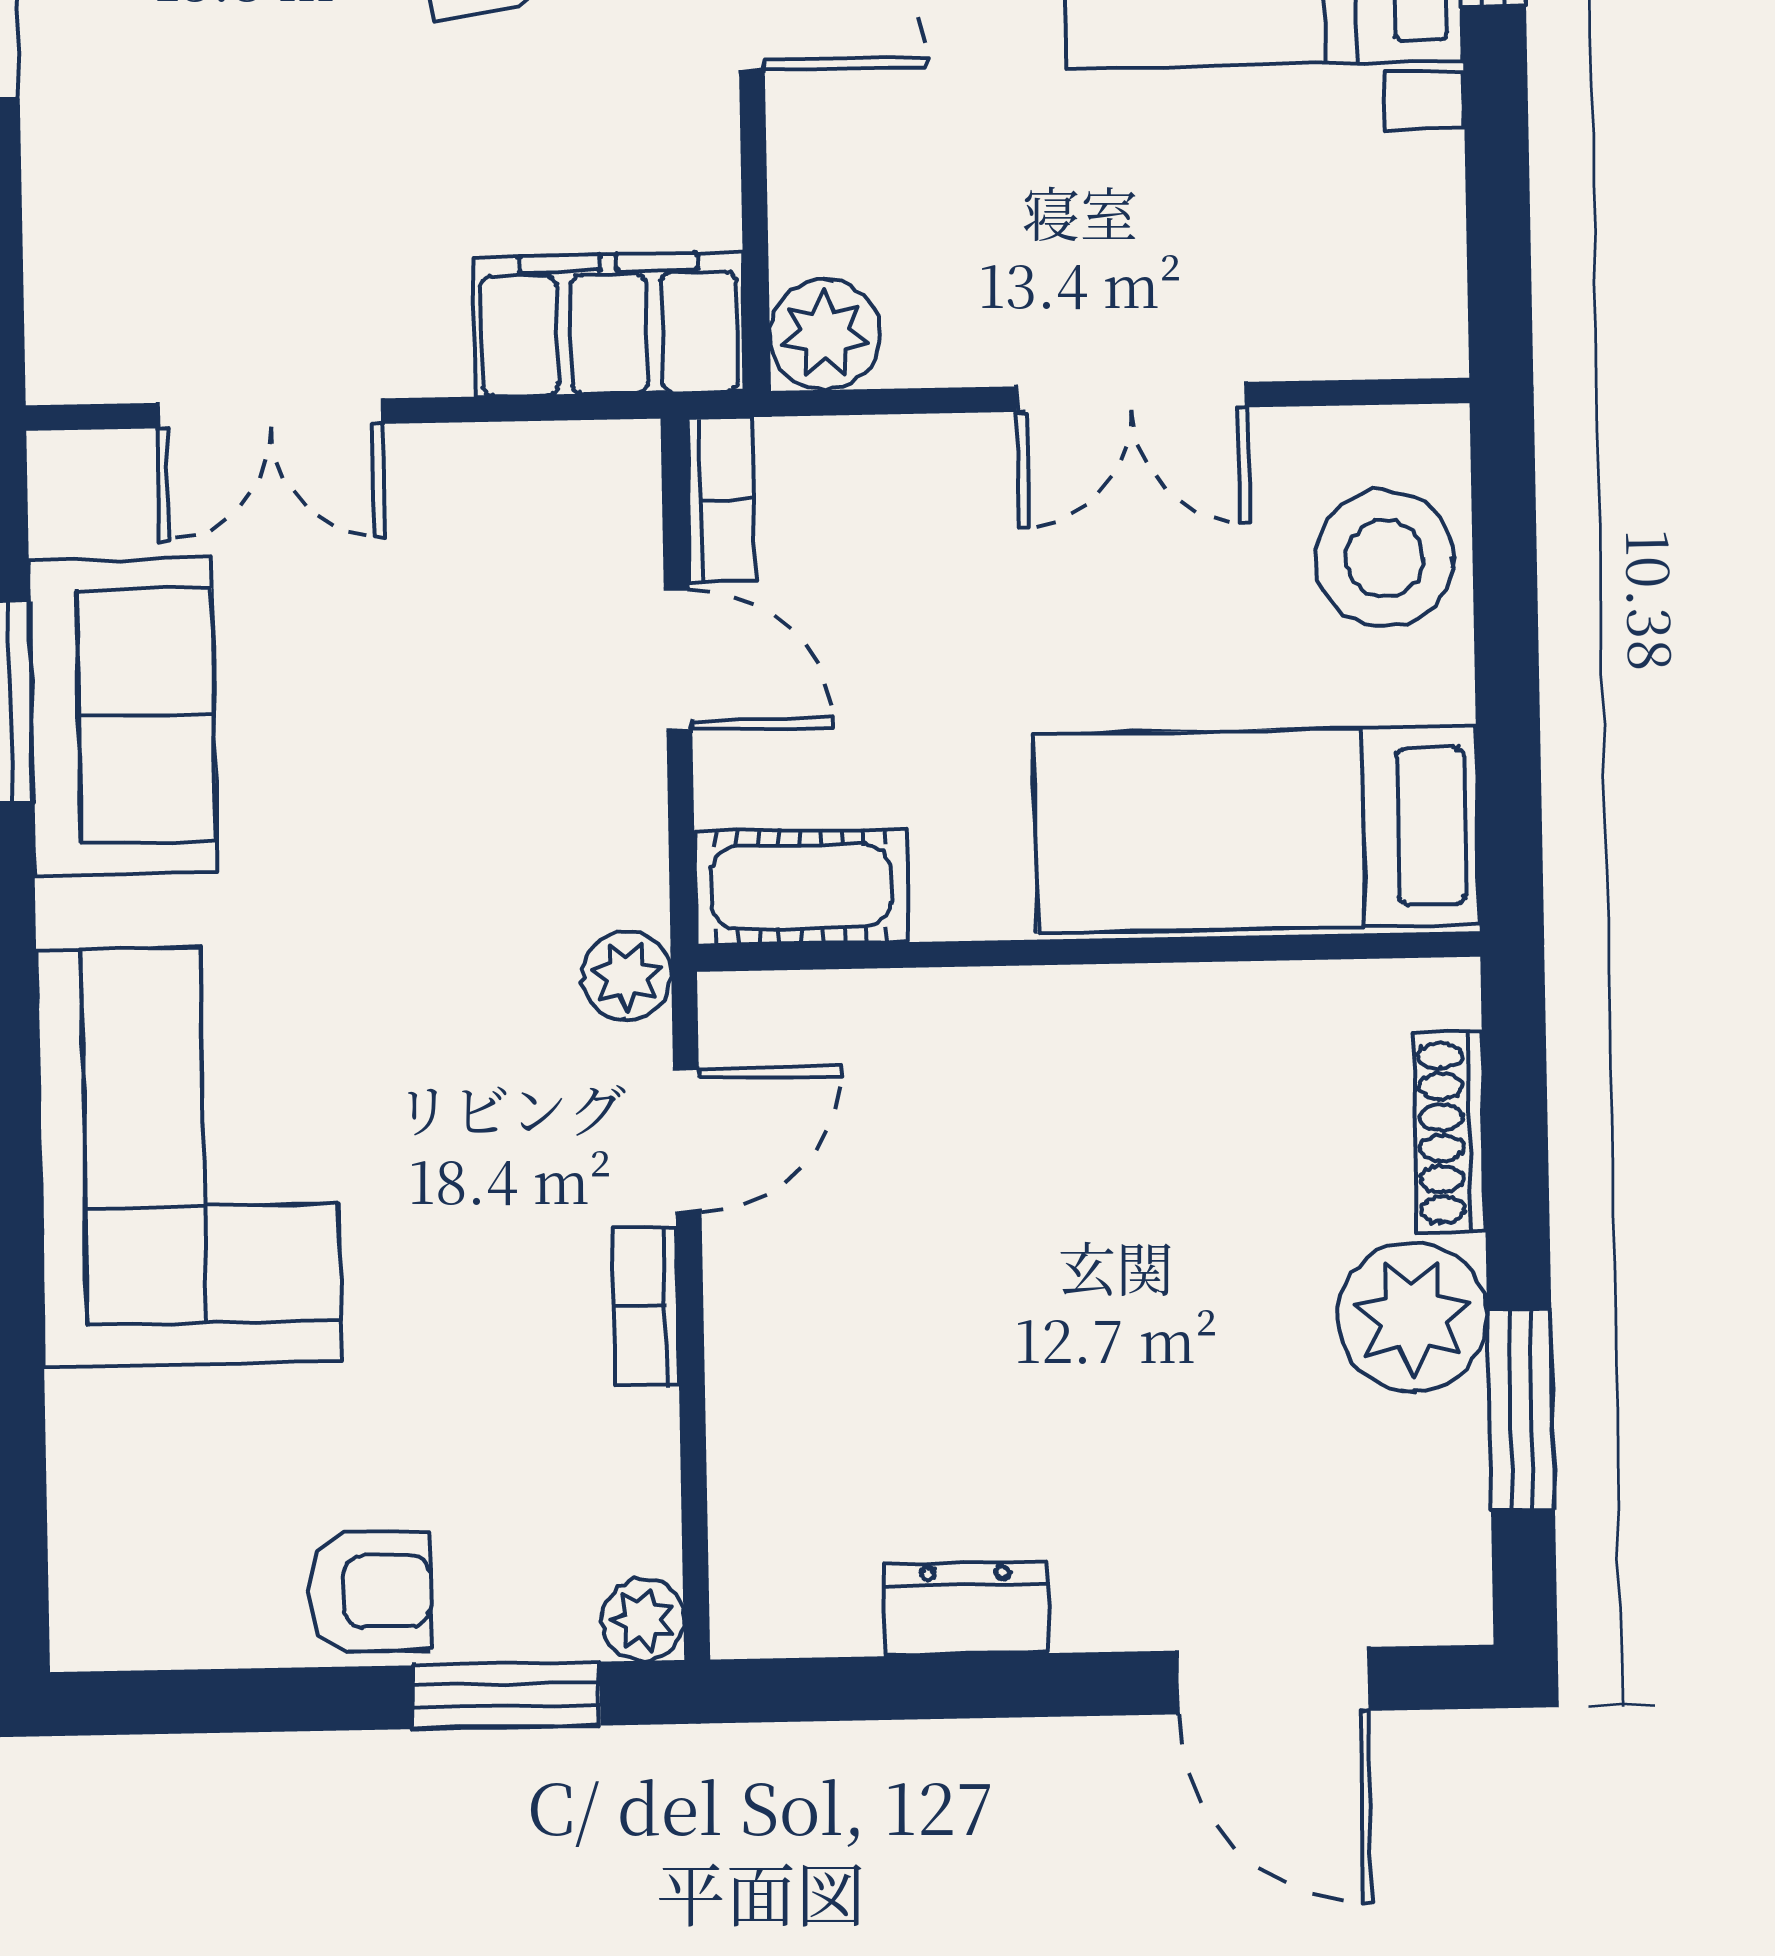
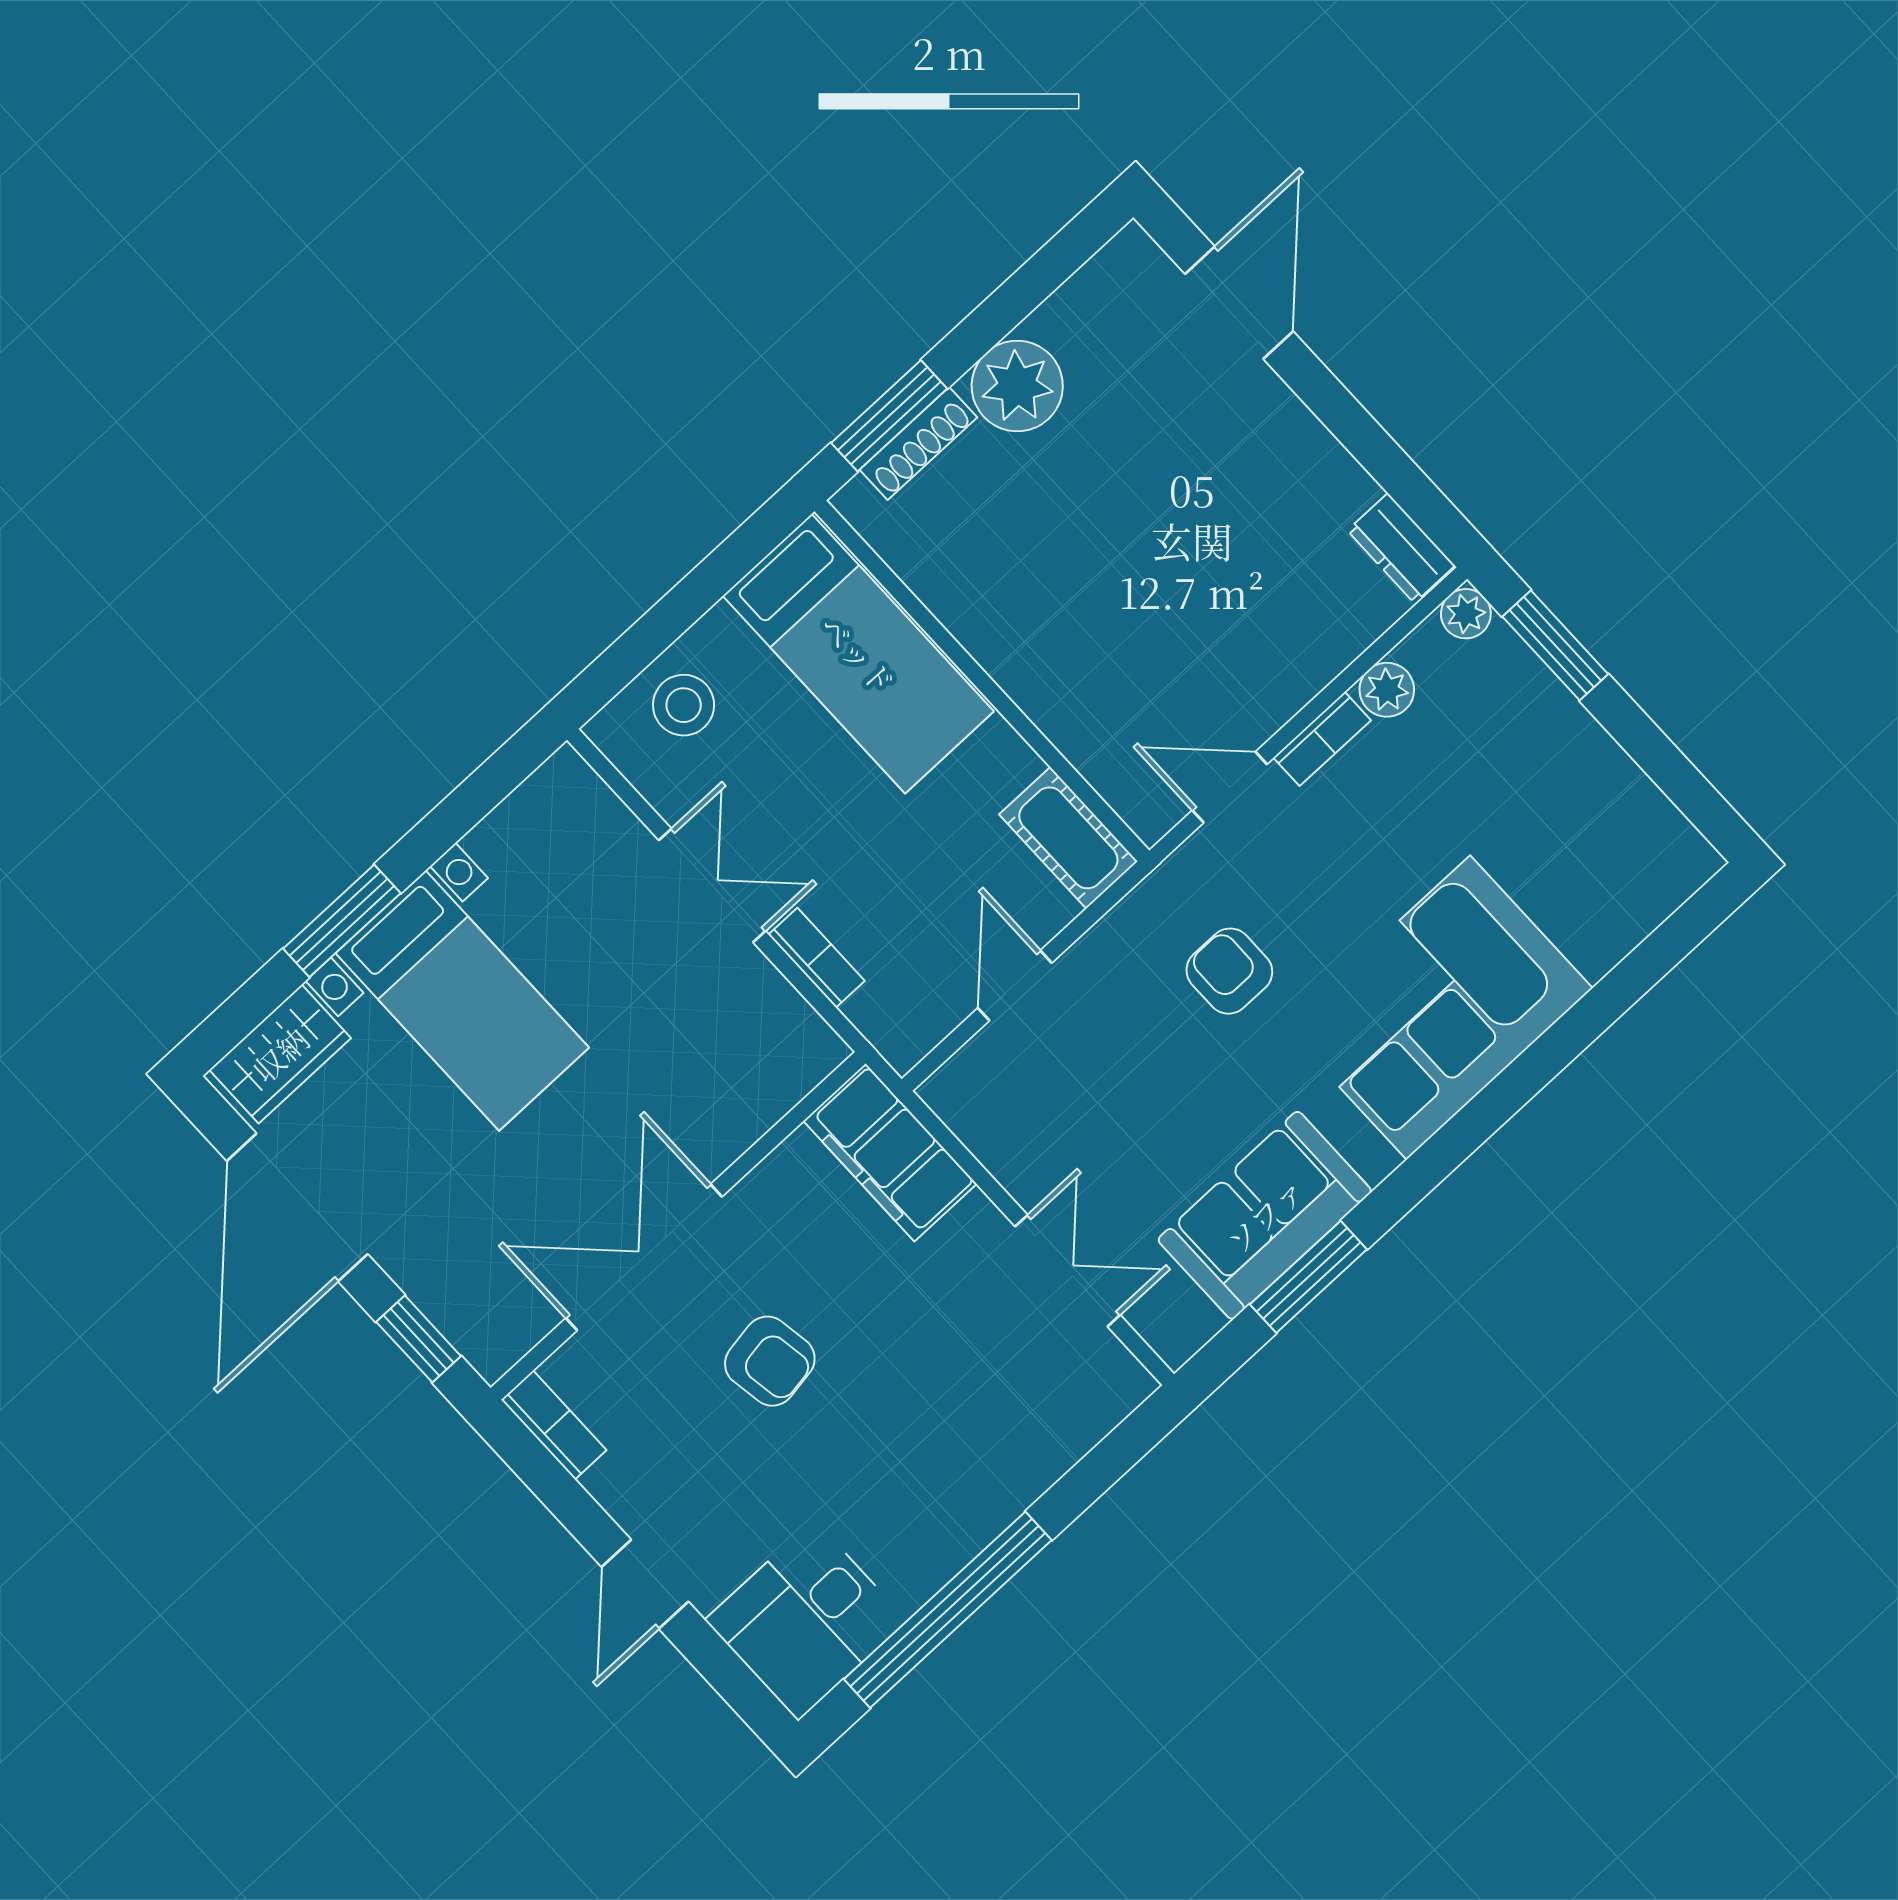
plant: (825, 335) -> (808, 1050), removed
bookcase: (720, 499) -> (817, 958), moved, turned 90
stool: (1384, 559) -> (684, 705), width x0.73, depth x0.73
plant: (627, 976) -> (1387, 690), moved
window: (1521, 1410) -> (889, 416), moved
armchair: (370, 1592) -> (1229, 971), moved
dresser: (966, 1609) -> (1401, 548), moved

